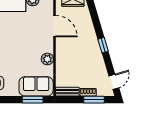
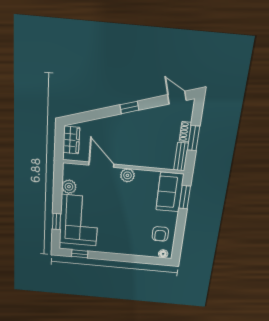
door: (54, 26) -> (101, 165), hinge flipped
plant: (47, 59) -> (127, 175), moved
window: (94, 100) -> (193, 138), moved

